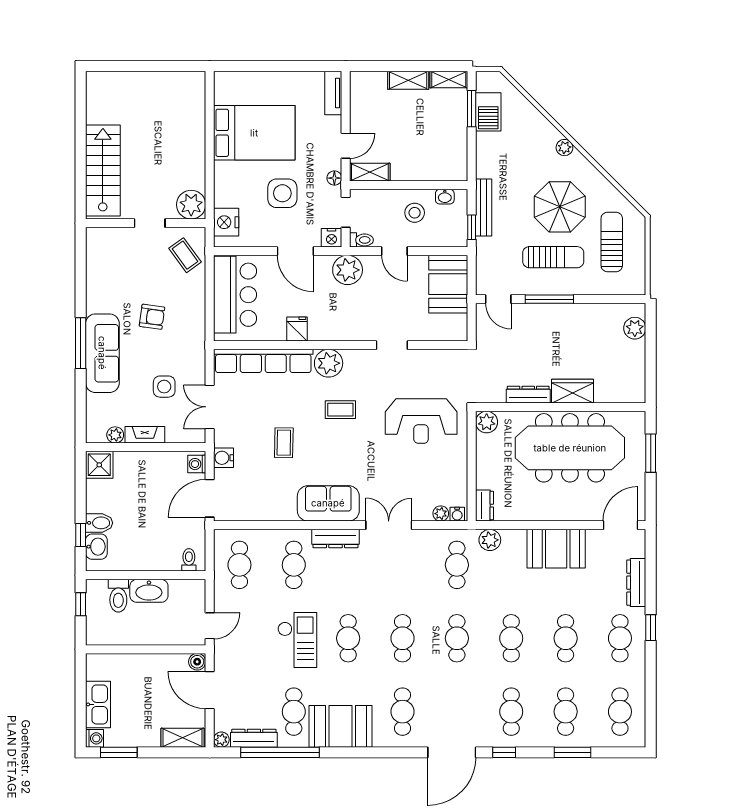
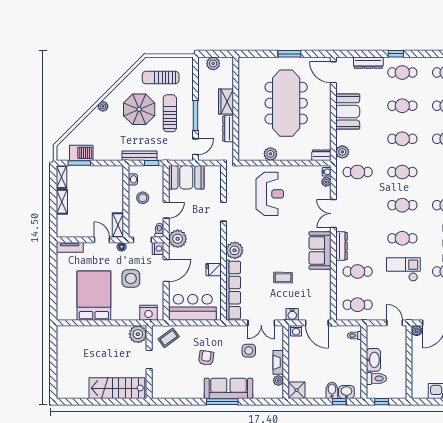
wardrobe: (572, 391) -> (226, 101), moved
dresser: (528, 395) -> (228, 129), moved
wall: (561, 407) -> (236, 109), moved
coffee table: (340, 410) -> (263, 243), removed

